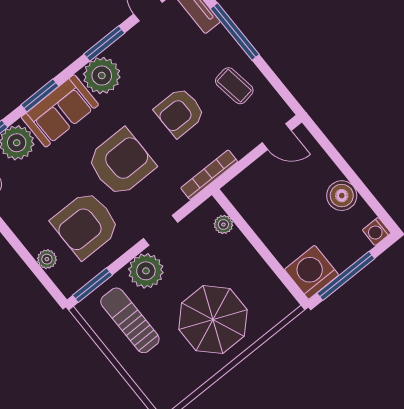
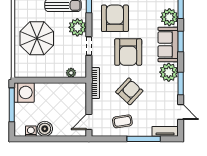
armchair: (180, 112) -> (129, 91), turned 43
washing machine: (377, 231) -> (31, 131), moved

